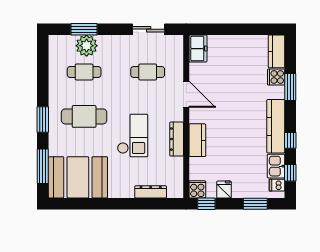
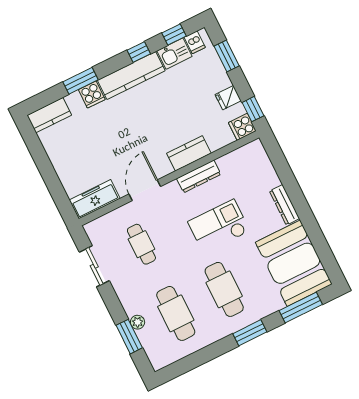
plant: (87, 46) -> (138, 322), width x0.53, depth x0.53
freezer: (198, 49) -> (95, 199), width x1.40
cafe table: (84, 72) -> (176, 313), width x1.37, depth x1.35
cooker: (276, 77) -> (92, 95), moved
dresser: (151, 192) -> (285, 205), moved

